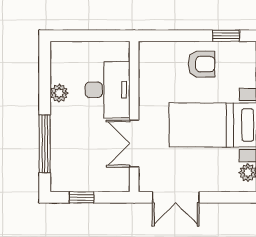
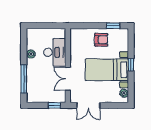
window: (82, 197) -> (54, 105), moved

